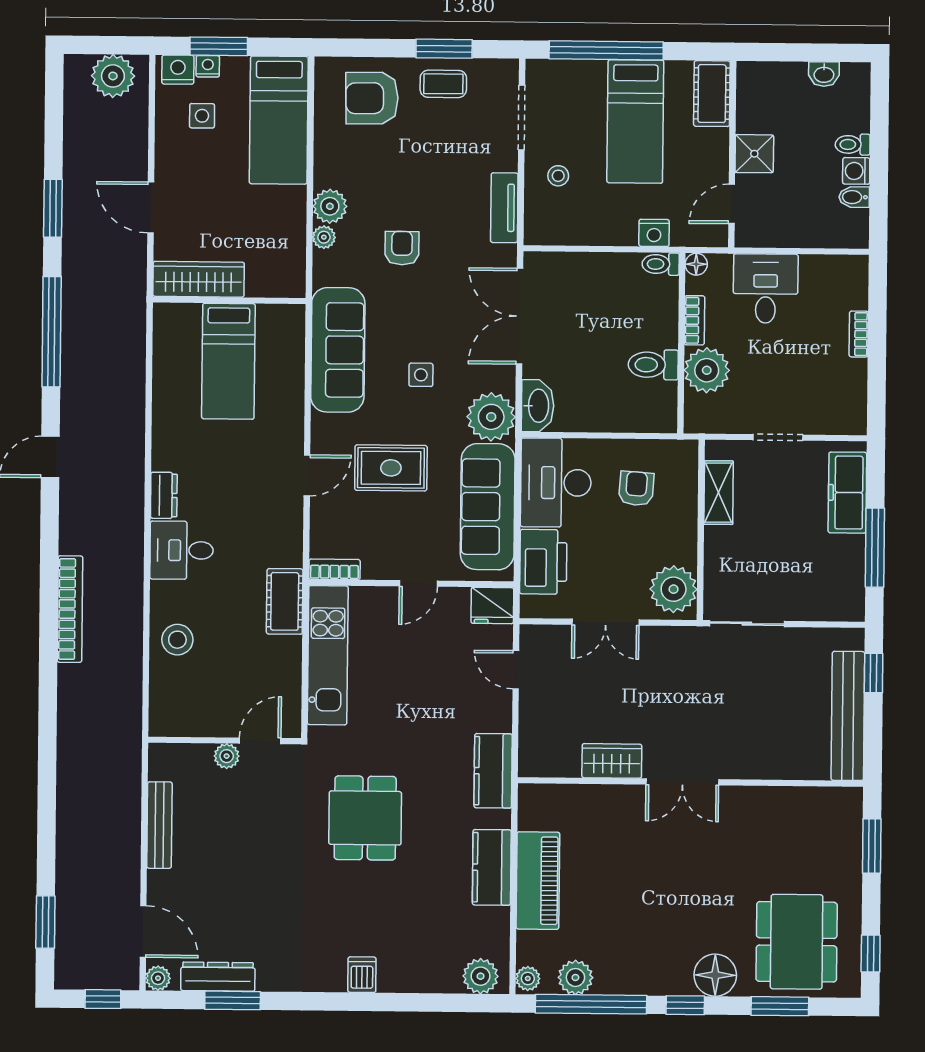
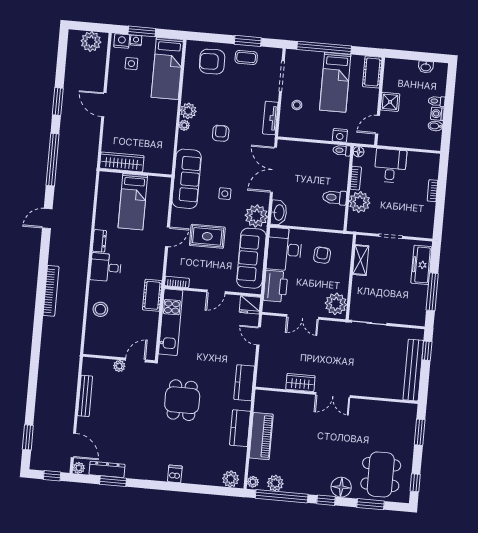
wardrobe: (199, 279) -> (122, 162), moved
wall: (229, 300) -> (135, 173), moved
bed: (228, 361) -> (133, 202), moved

